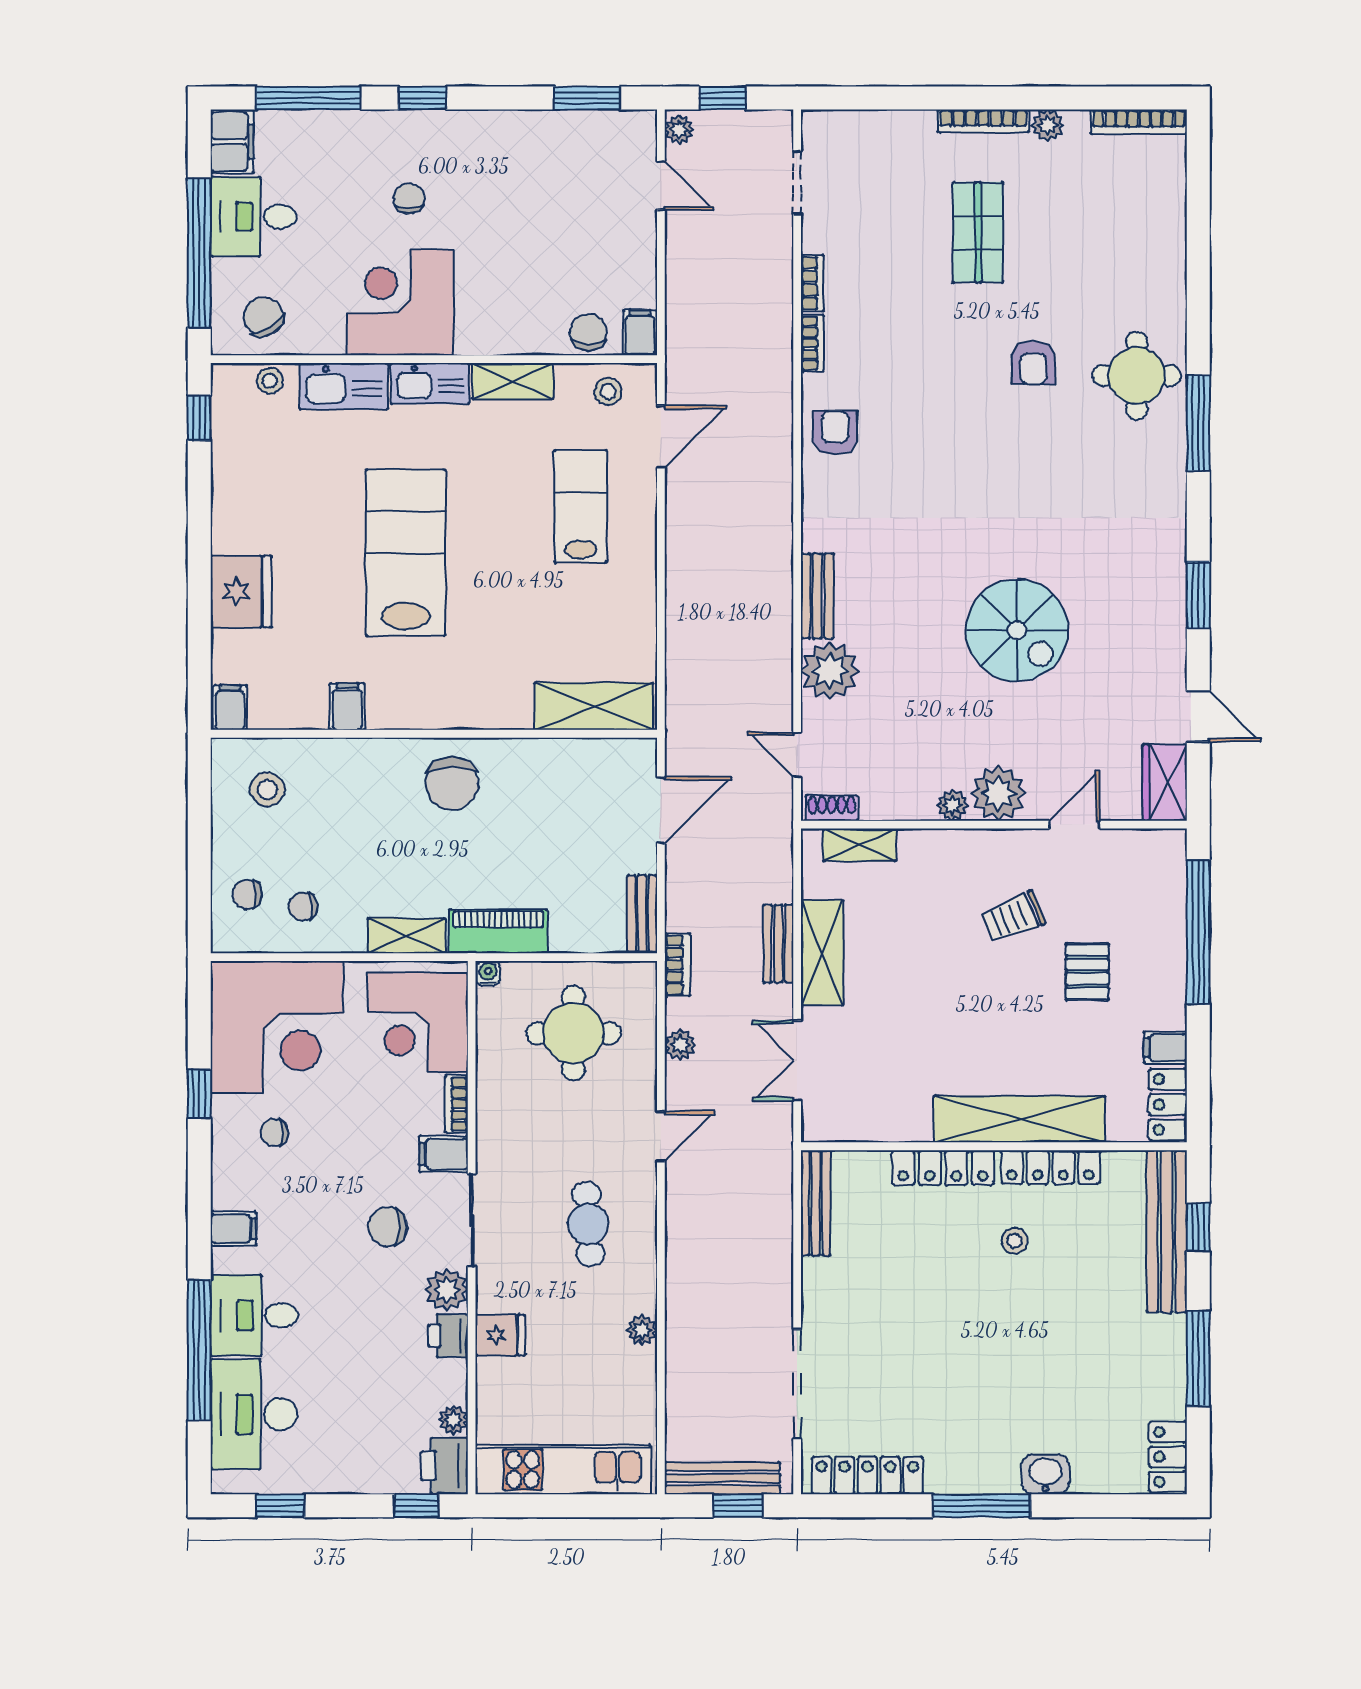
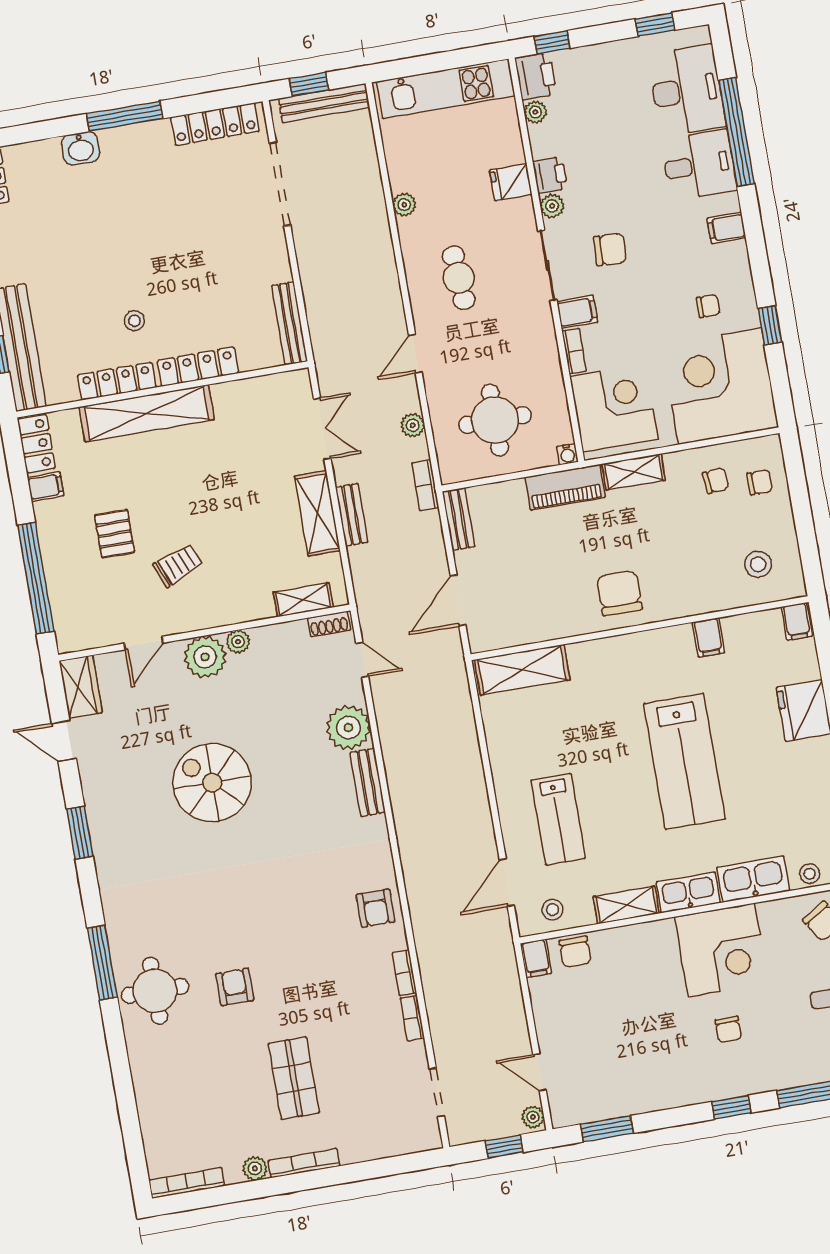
plant: (447, 1290) -> (552, 206), width x0.73, depth x0.73

